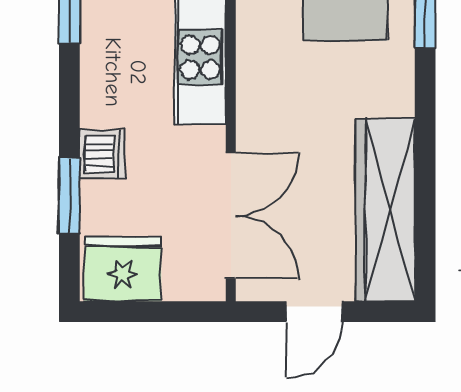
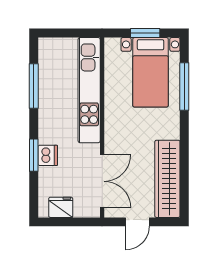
window: (69, 196) -> (34, 155), moved
fridge: (123, 269) -> (61, 207), width x0.73, depth x0.75

